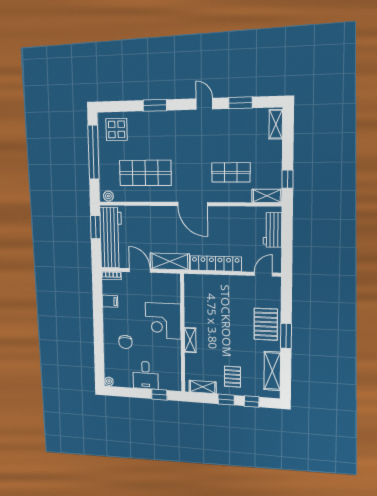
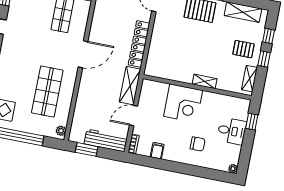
workbench: (111, 238) -> (106, 140), width x0.73, depth x0.76

